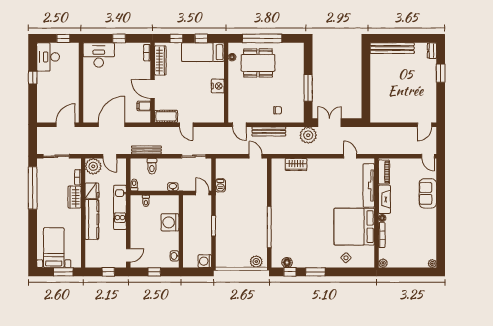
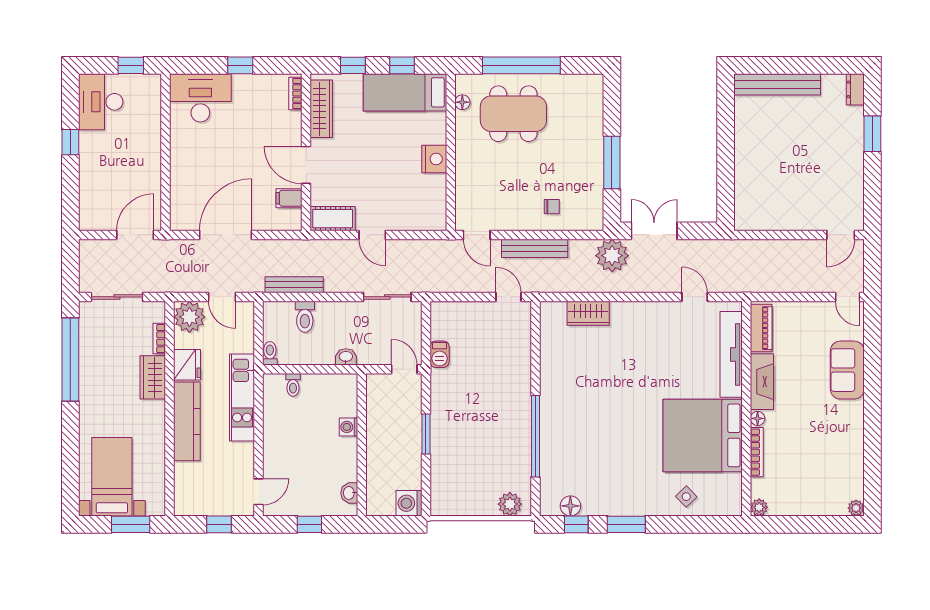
washing machine: (170, 222) -> (349, 427), width x0.53, depth x0.53

